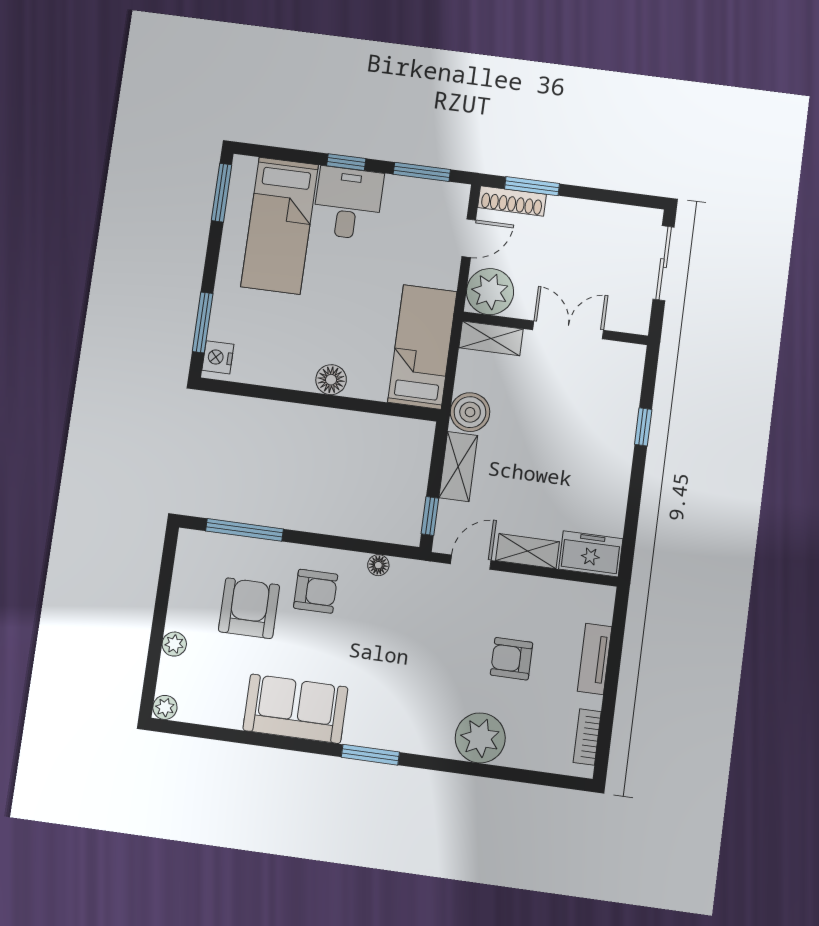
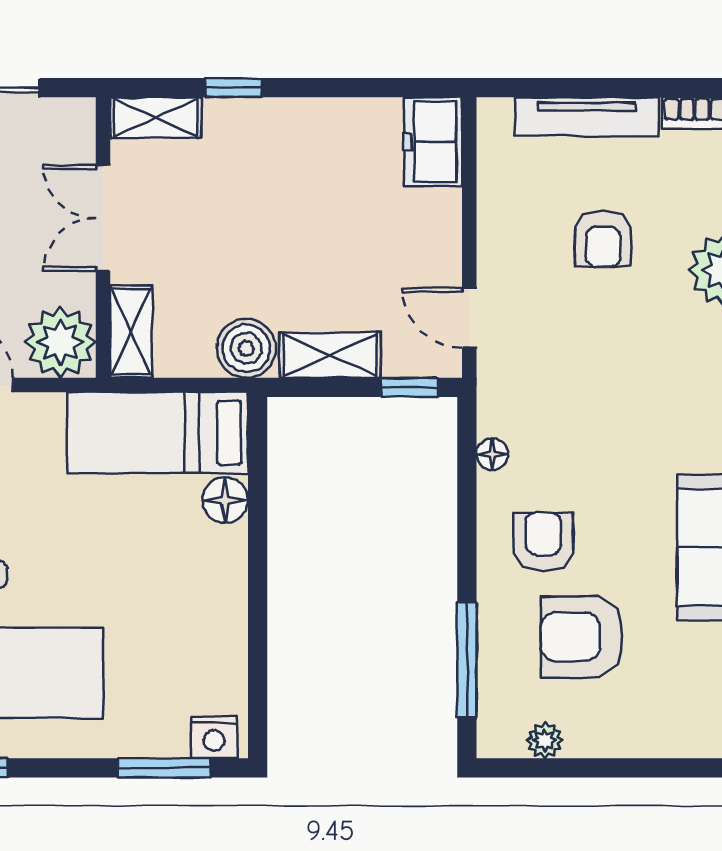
floor lamp: (331, 380) -> (225, 500), moved
shelving: (528, 551) -> (156, 118), moved, turned 90
plant: (174, 644) -> (545, 740), moved
tv unit: (595, 659) -> (587, 117), width x1.41

